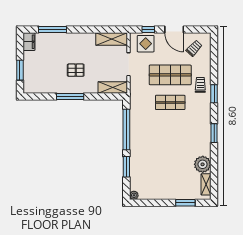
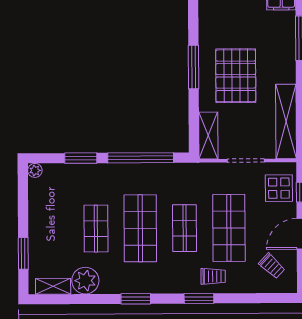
shelving: (112, 39) -> (286, 121), width x1.47
pallet: (76, 70) -> (236, 76), width x2.05, depth x2.00
shop shelf: (170, 130) -> (140, 228), added
shop shelf: (170, 158) -> (96, 229), added

